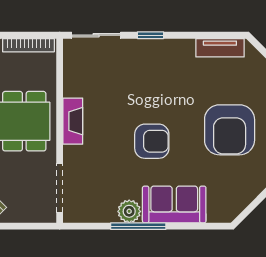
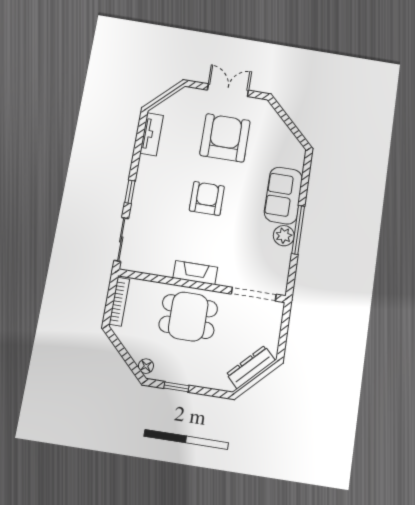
armchair: (230, 130) -> (225, 138), turned -90
armchair: (152, 141) -> (207, 198), moved

